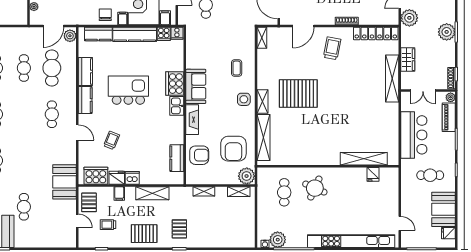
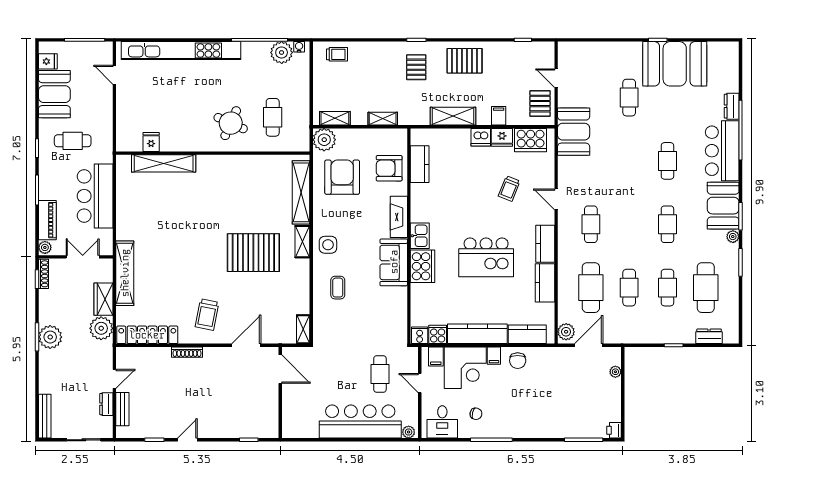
plant: (409, 18) -> (101, 328), moved
trolley: (108, 225) -> (337, 54), moved

